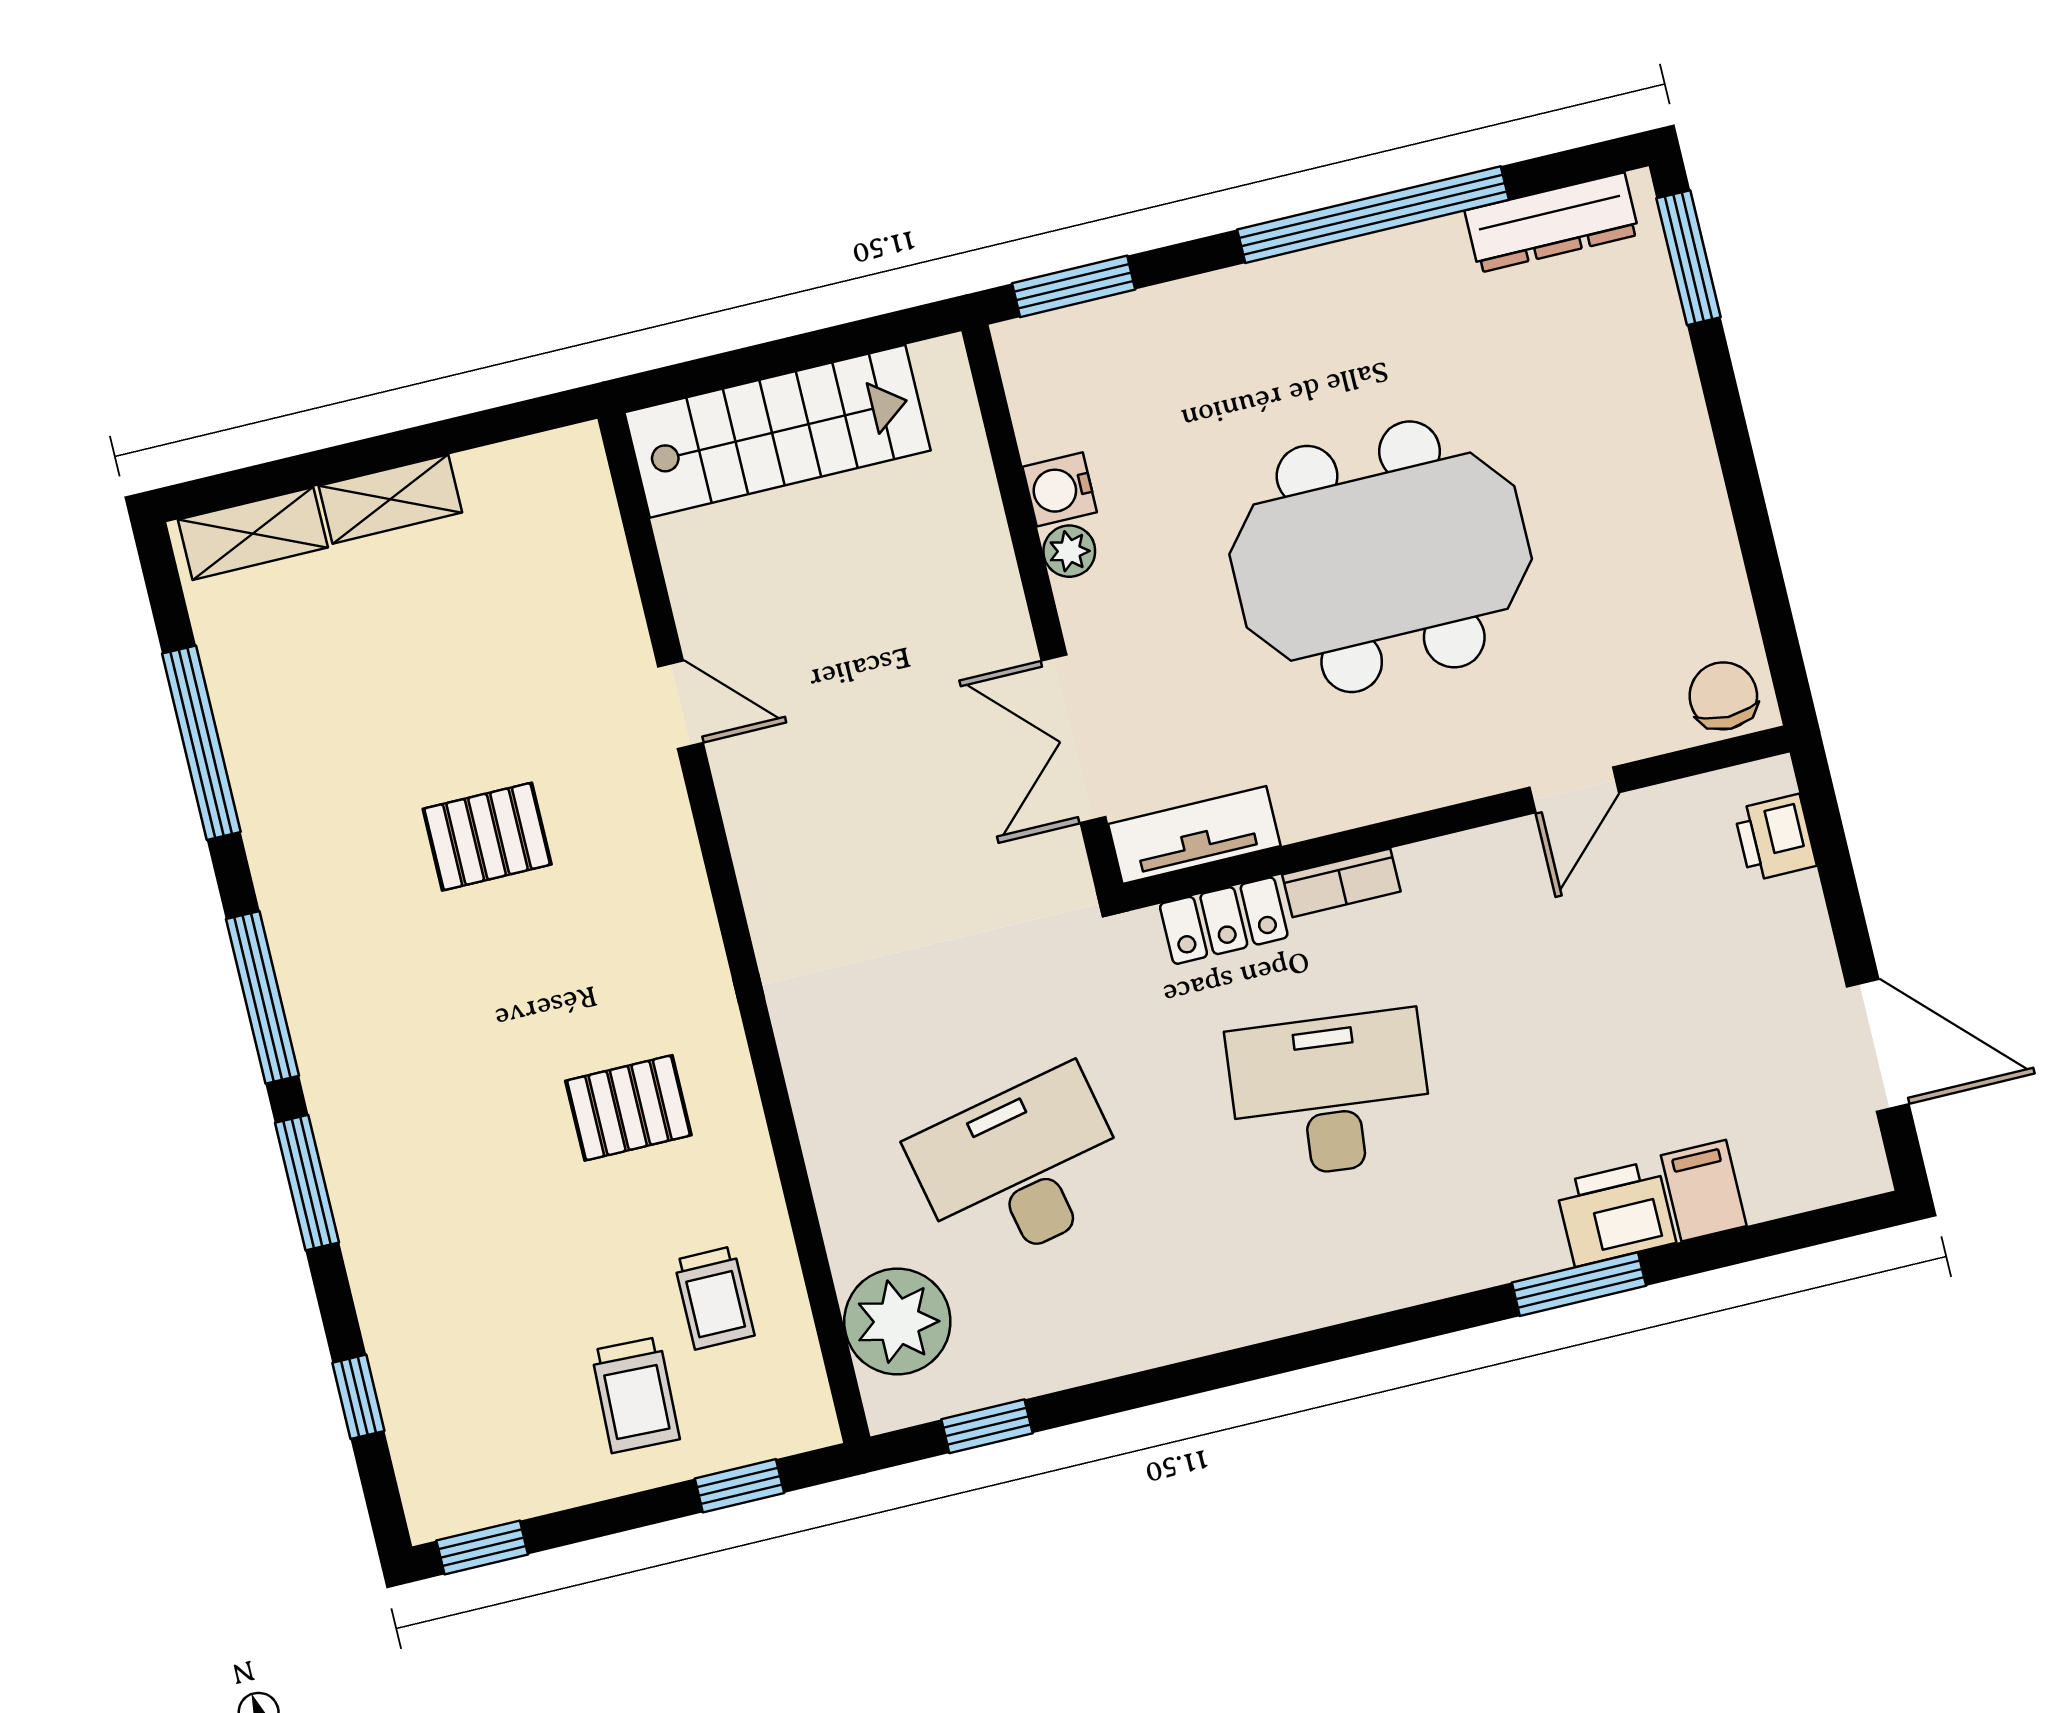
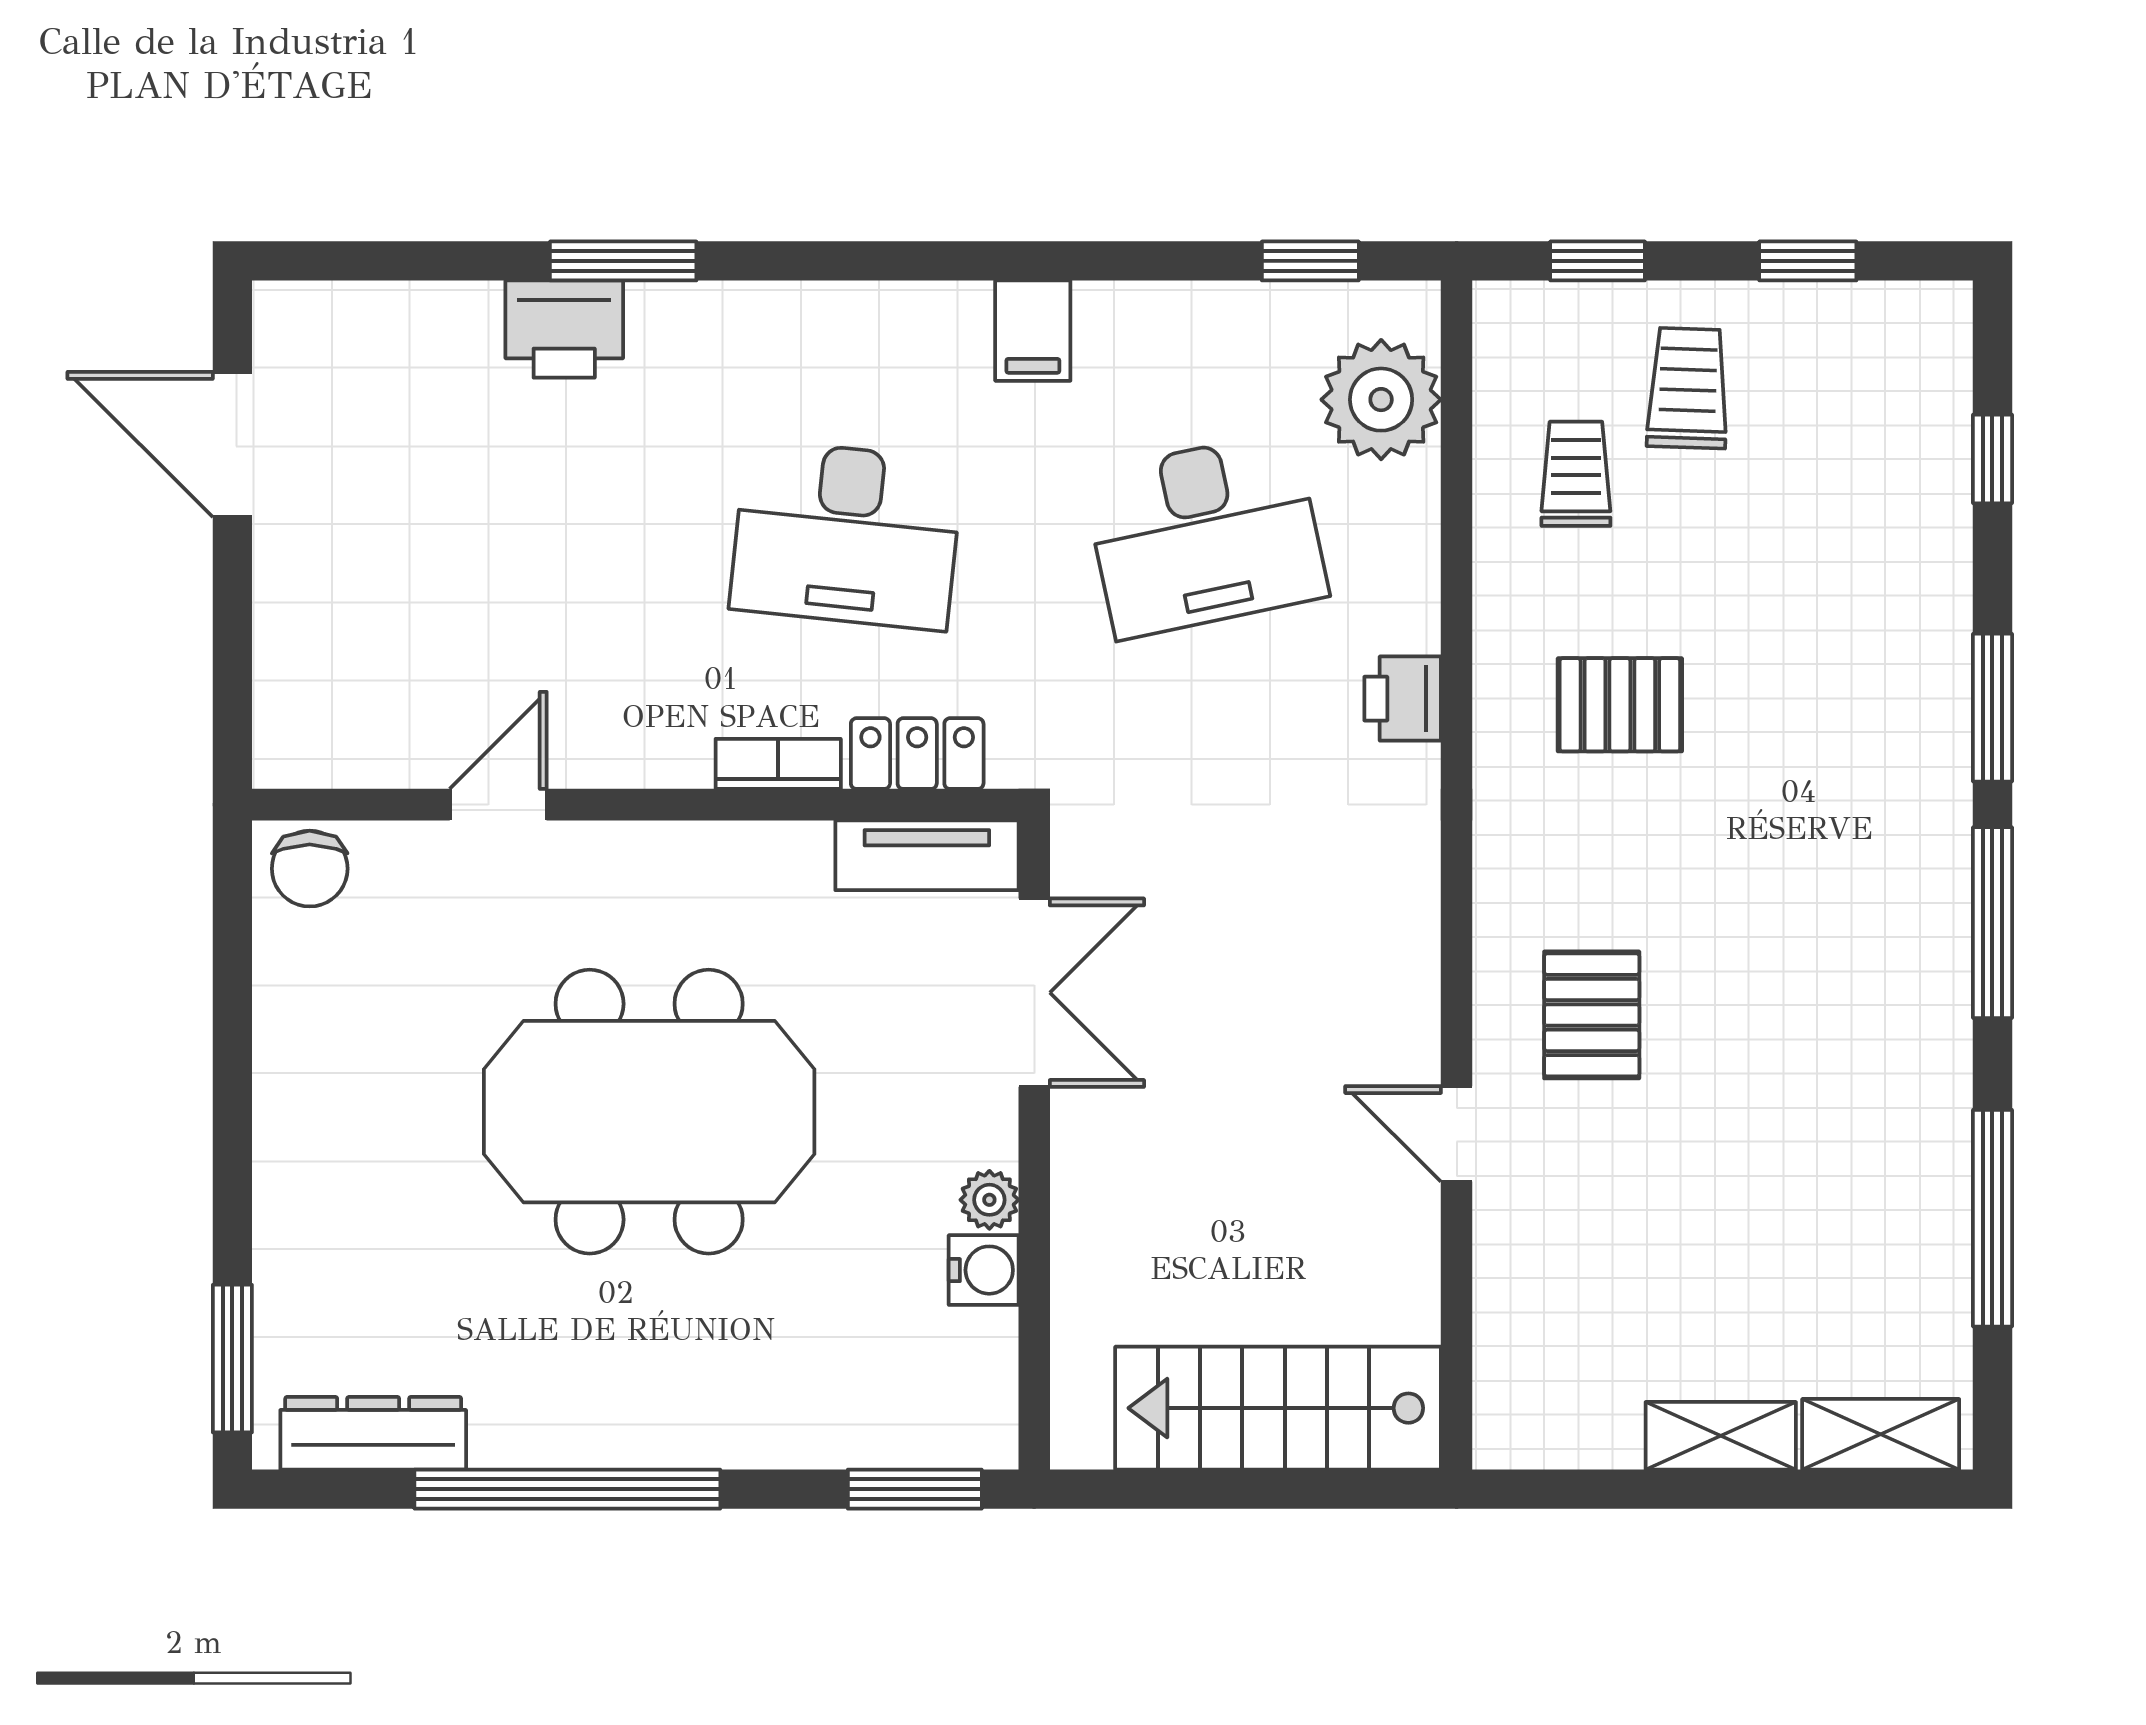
pallet: (487, 837) -> (1592, 1015), moved, turned 90
printer: (1775, 838) -> (1403, 699), moved, turned 180
filing cabinet: (1704, 1191) -> (1033, 331), moved
window: (482, 1547) -> (1808, 261), moved

